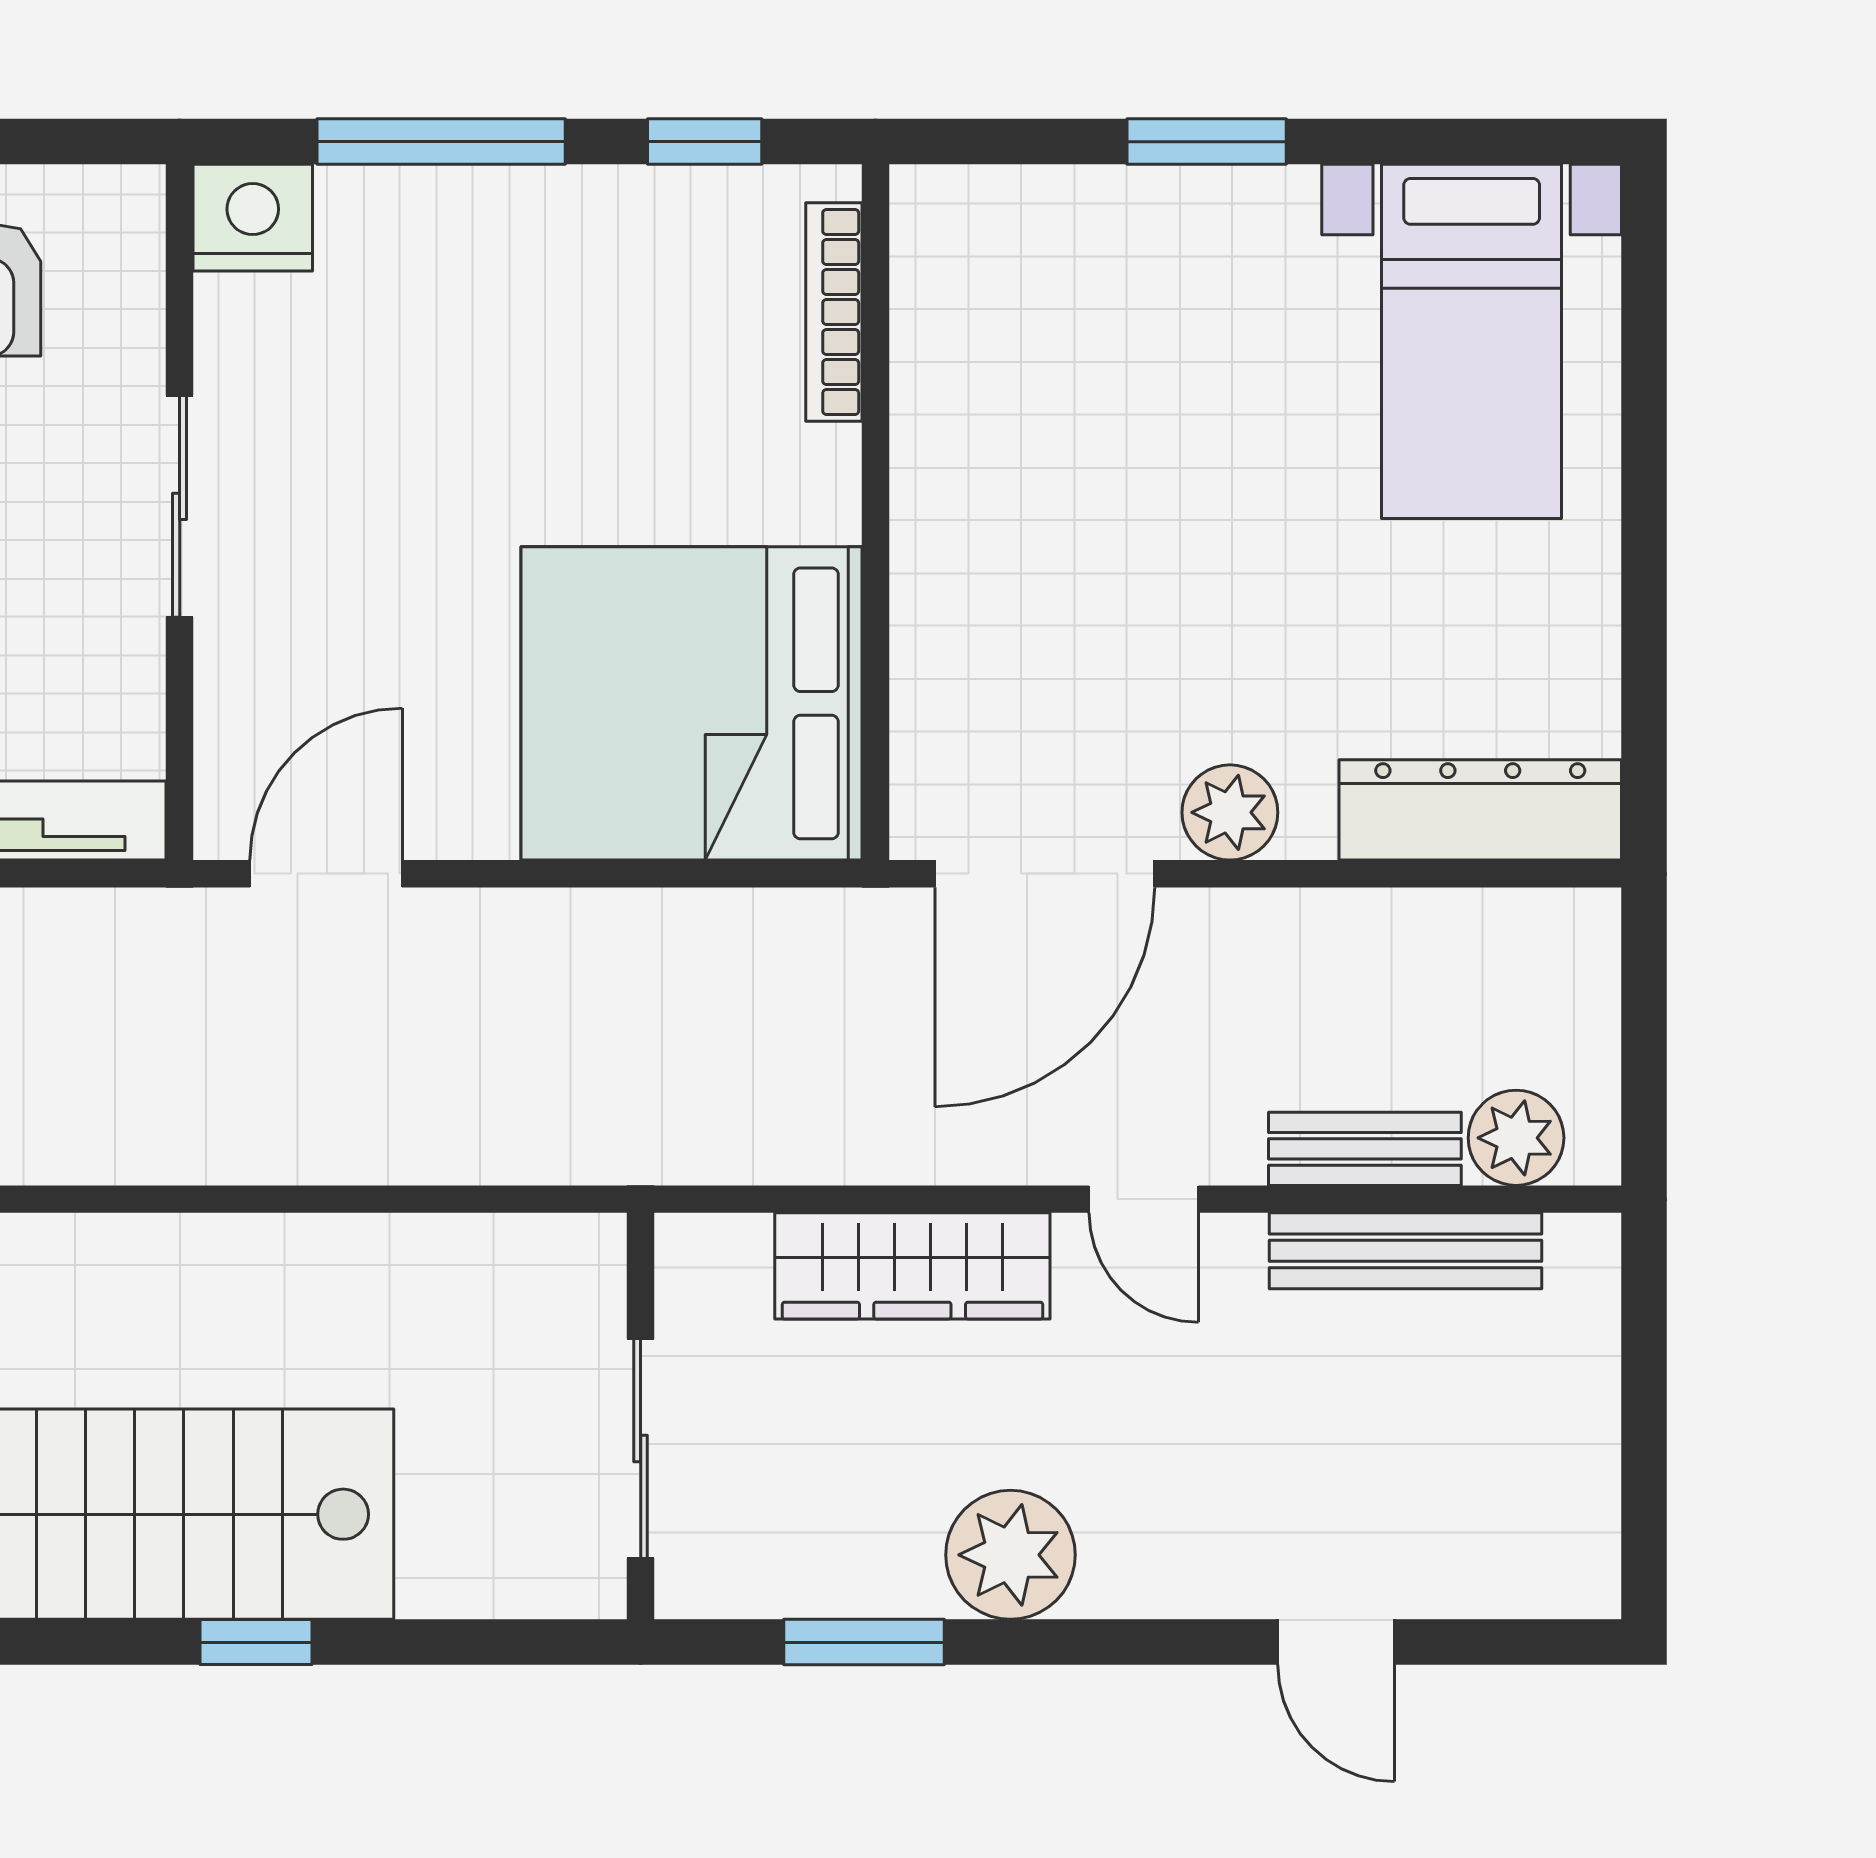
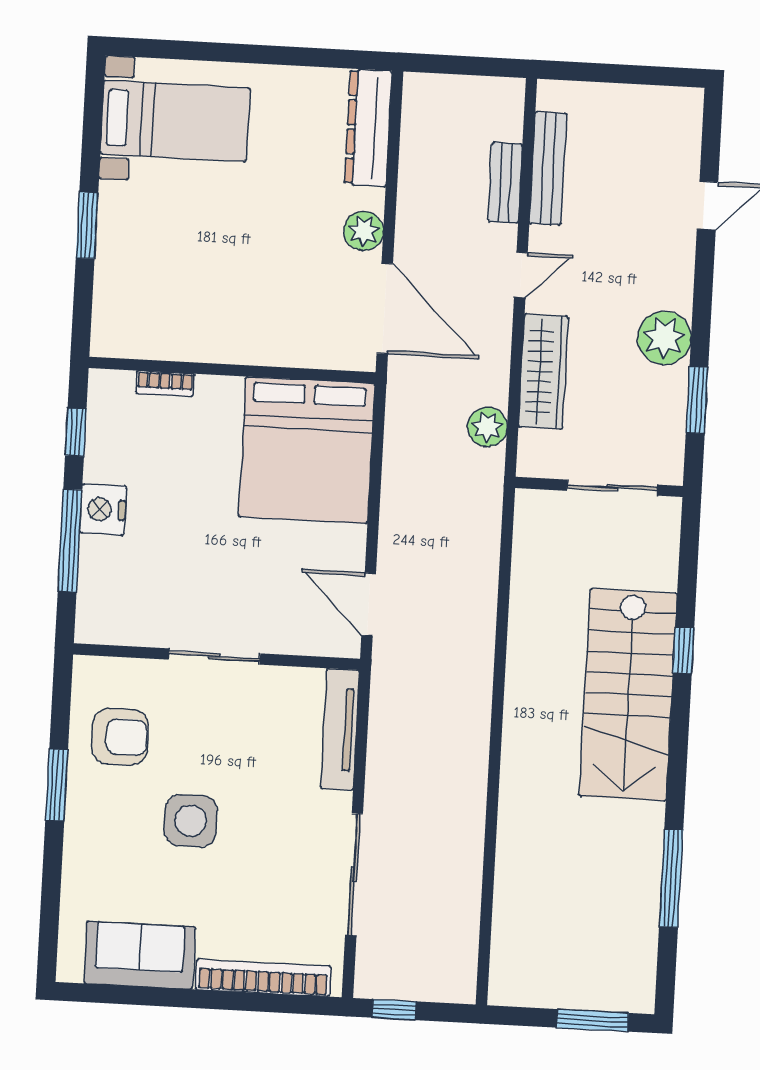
nightstand: (253, 218) -> (103, 509), moved
bookcase: (834, 312) -> (165, 384), width x0.64
plant: (1516, 1138) -> (487, 427), moved

